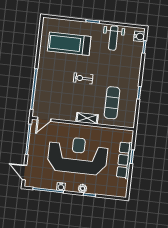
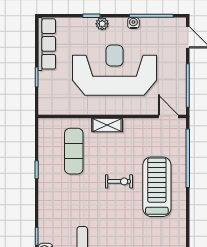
treadmill: (69, 44) -> (157, 187), moved, turned -90
door: (44, 119) -> (168, 116), hinge flipped
reception desk: (78, 155) -> (114, 70), turned 180
row of seats: (124, 160) -> (47, 44), moved

